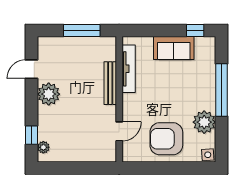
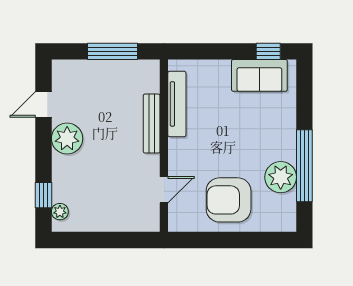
sofa: (174, 48) -> (259, 75), moved
window: (222, 90) -> (304, 166), moved
side table: (208, 155) -> (285, 222), removed

